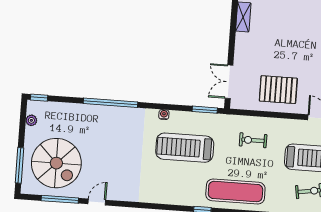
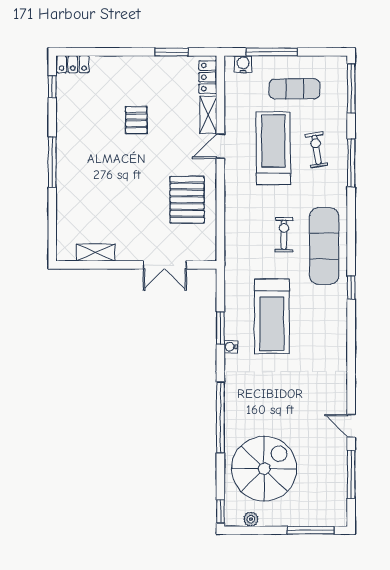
double door: (229, 82) -> (165, 265), moved
window: (205, 110) -> (220, 328), moved
exercise bike: (253, 140) -> (284, 235), moved, turned 180
spiral stairs: (56, 163) -> (264, 469), moved

